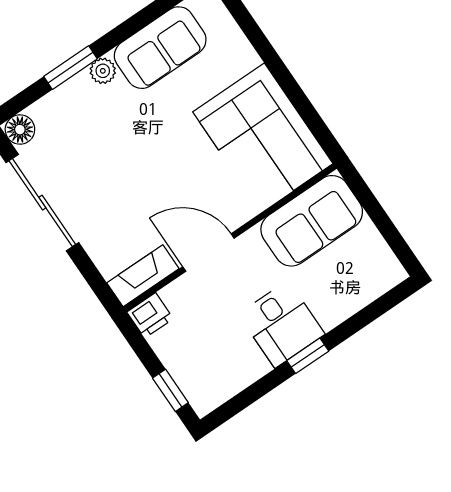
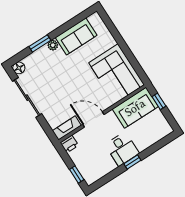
window: (370, 203) -> (159, 101), added

